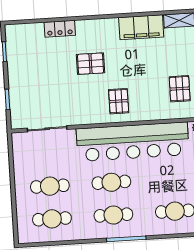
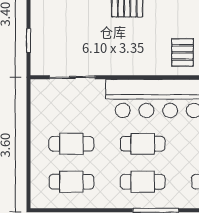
pallet: (119, 101) -> (182, 52), moved

